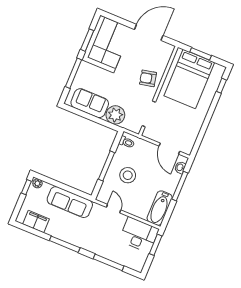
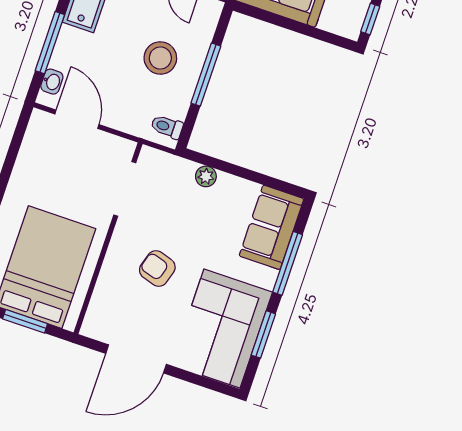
armchair: (148, 78) -> (157, 269), moved, turned -151
sofa: (90, 103) -> (271, 227), moved, turned 90
plant: (115, 115) -> (206, 176), width x0.53, depth x0.53
plant: (37, 183) -> (347, 28), removed

